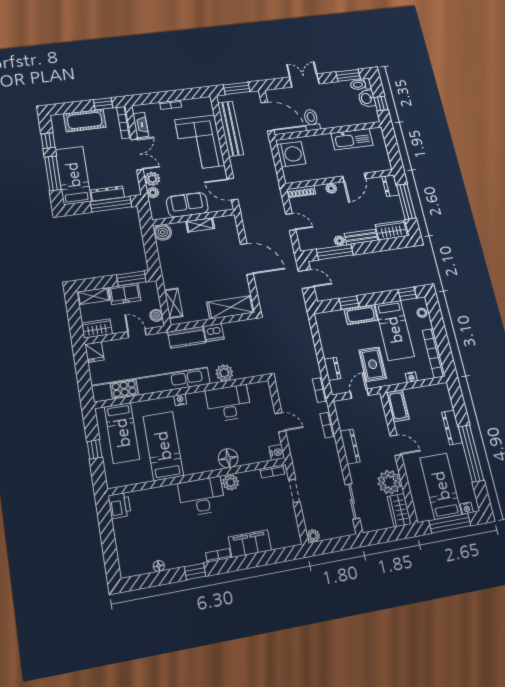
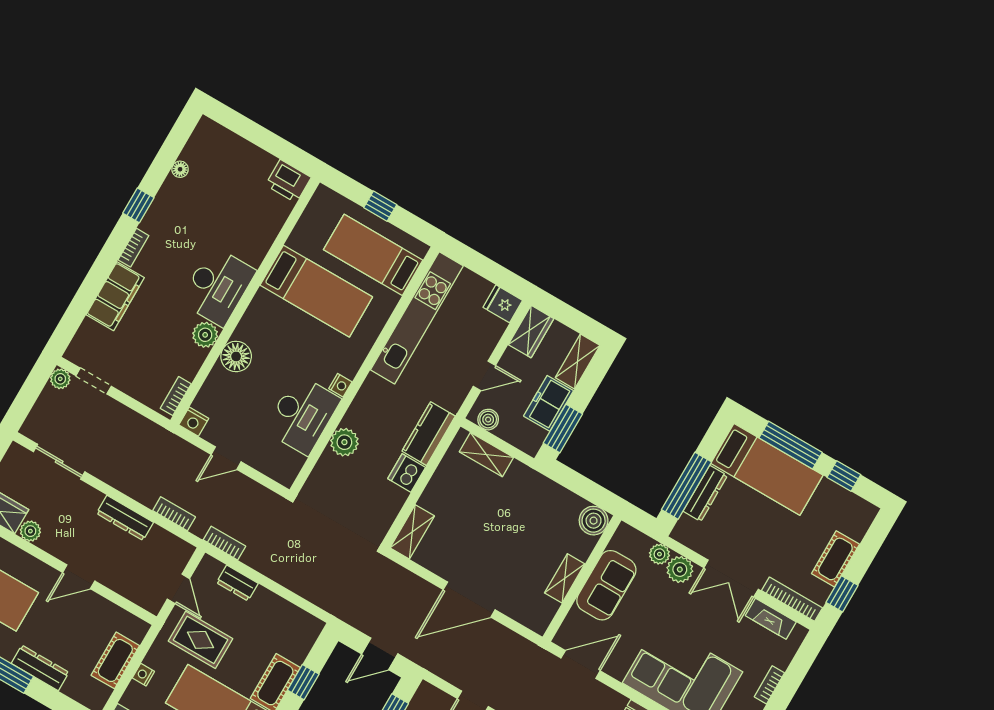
cot: (85, 120) -> (835, 559), width x0.73, depth x0.75
shelving: (231, 307) -> (412, 532), width x0.67, depth x0.75
kitchen unit: (151, 384) -> (417, 318), width x0.73
nightstand: (180, 400) -> (340, 385), moved
cot: (398, 406) -> (115, 660), moved, turned 90
plant: (389, 482) -> (30, 531), width x0.53, depth x0.53
doorway: (294, 491) -> (94, 381), moved

